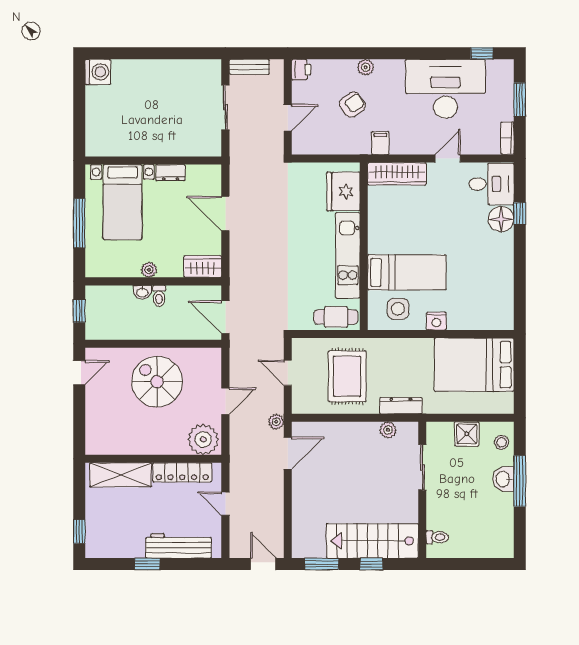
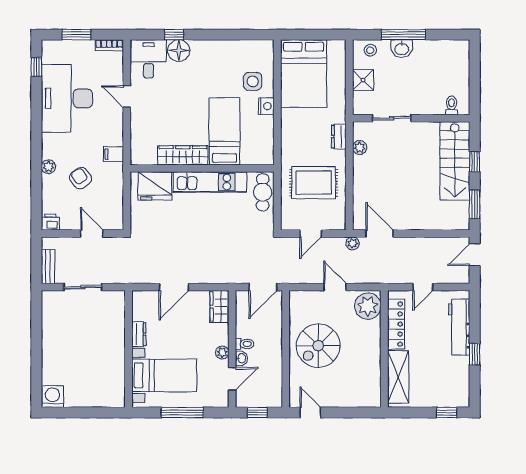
wardrobe: (397, 174) -> (183, 155), moved, turned -90
door: (118, 281) -> (232, 379), added
side table: (398, 309) -> (253, 81), moved
dresser: (401, 406) -> (339, 137), width x0.70

